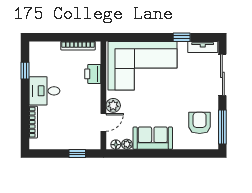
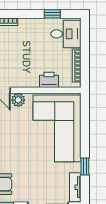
desk: (44, 91) -> (66, 34), moved, turned 90

